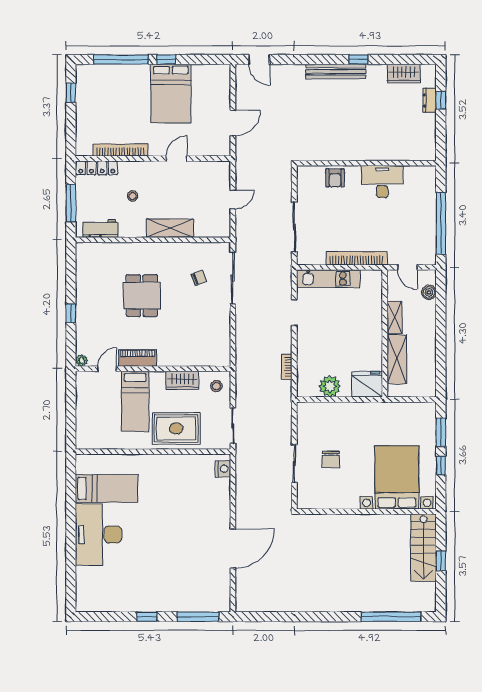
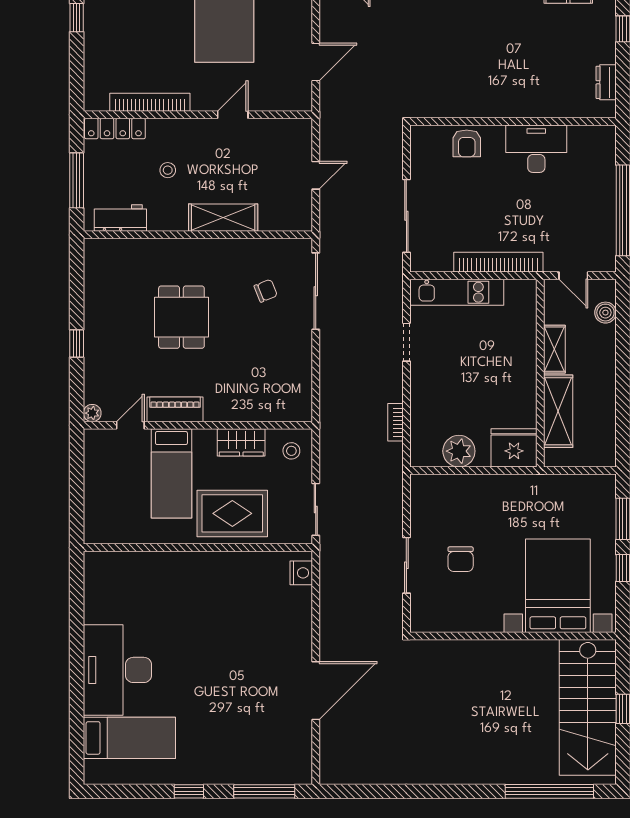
dresser: (429, 100) -> (606, 82), moved
bed: (107, 488) -> (129, 738), moved
stairs: (423, 548) -> (588, 707), width x1.36, depth x1.51

